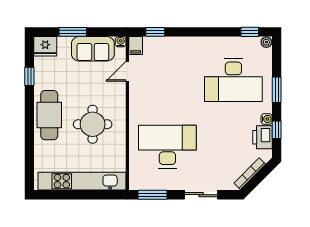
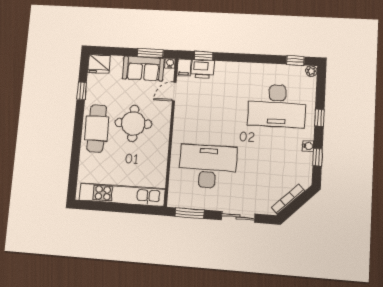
window: (73, 32) -> (150, 53), moved
window: (277, 90) -> (319, 118), width x0.67
round table: (93, 124) -> (133, 123), moved
printer: (262, 137) -> (203, 69), moved, turned -90

